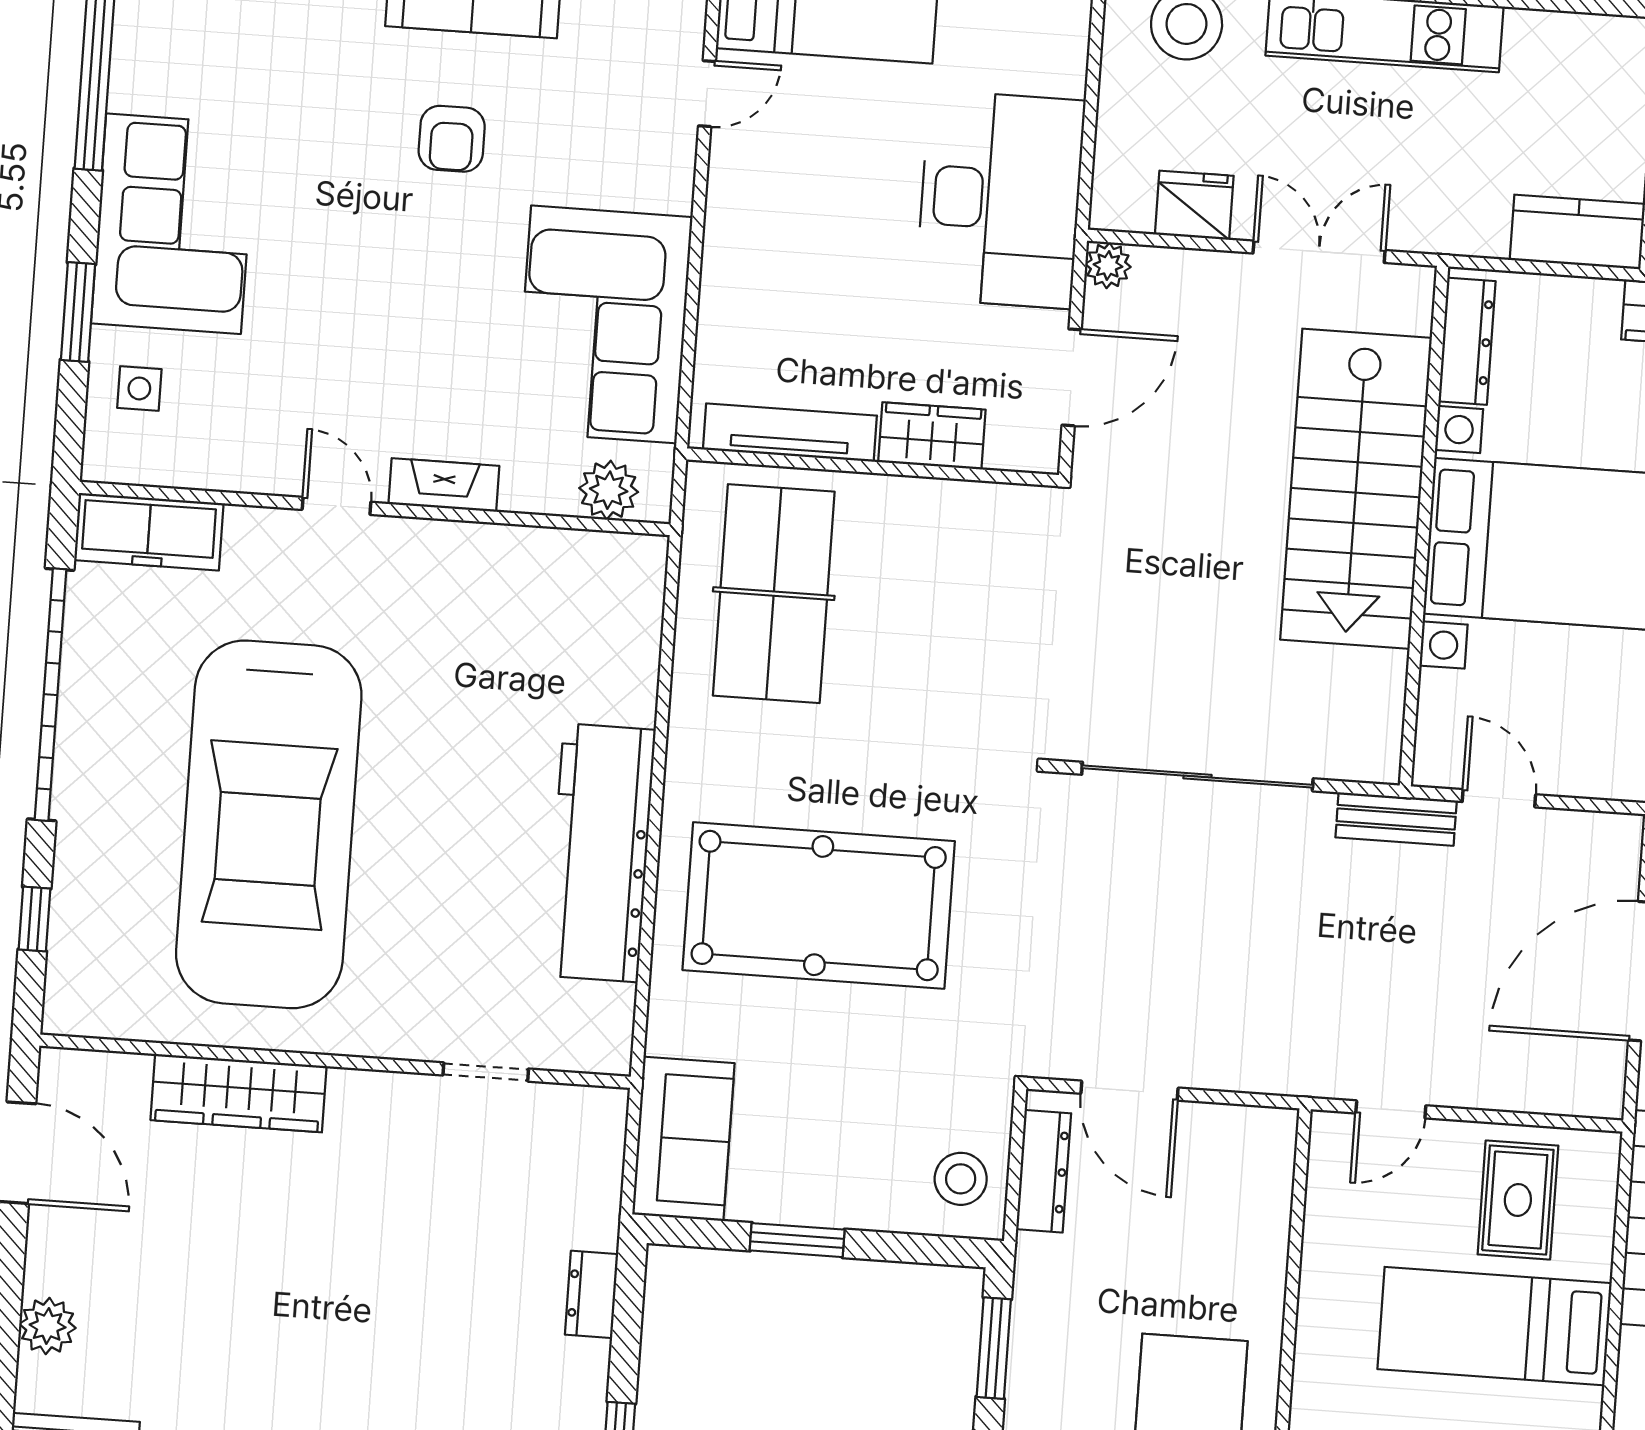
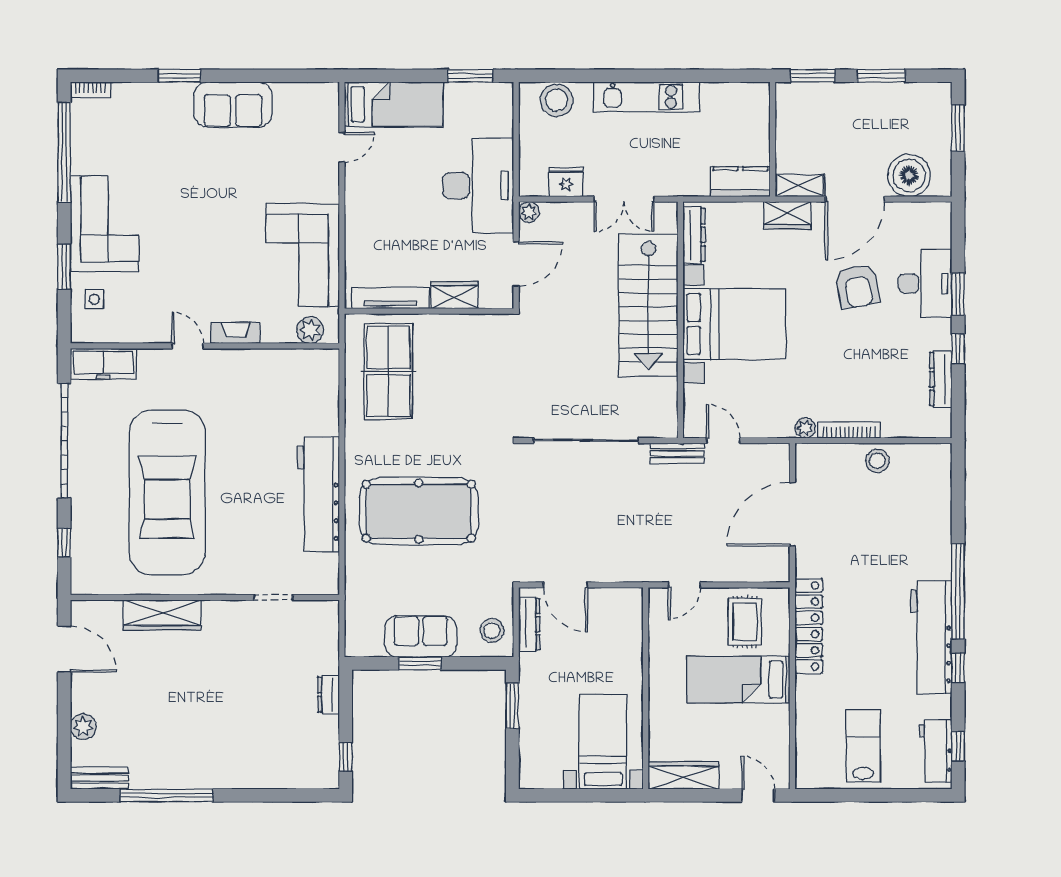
armchair: (452, 139) -> (228, 176), removed
double door: (1319, 252) -> (624, 199), swing flipped
sofa: (683, 1139) -> (421, 636), moved, turned -90

